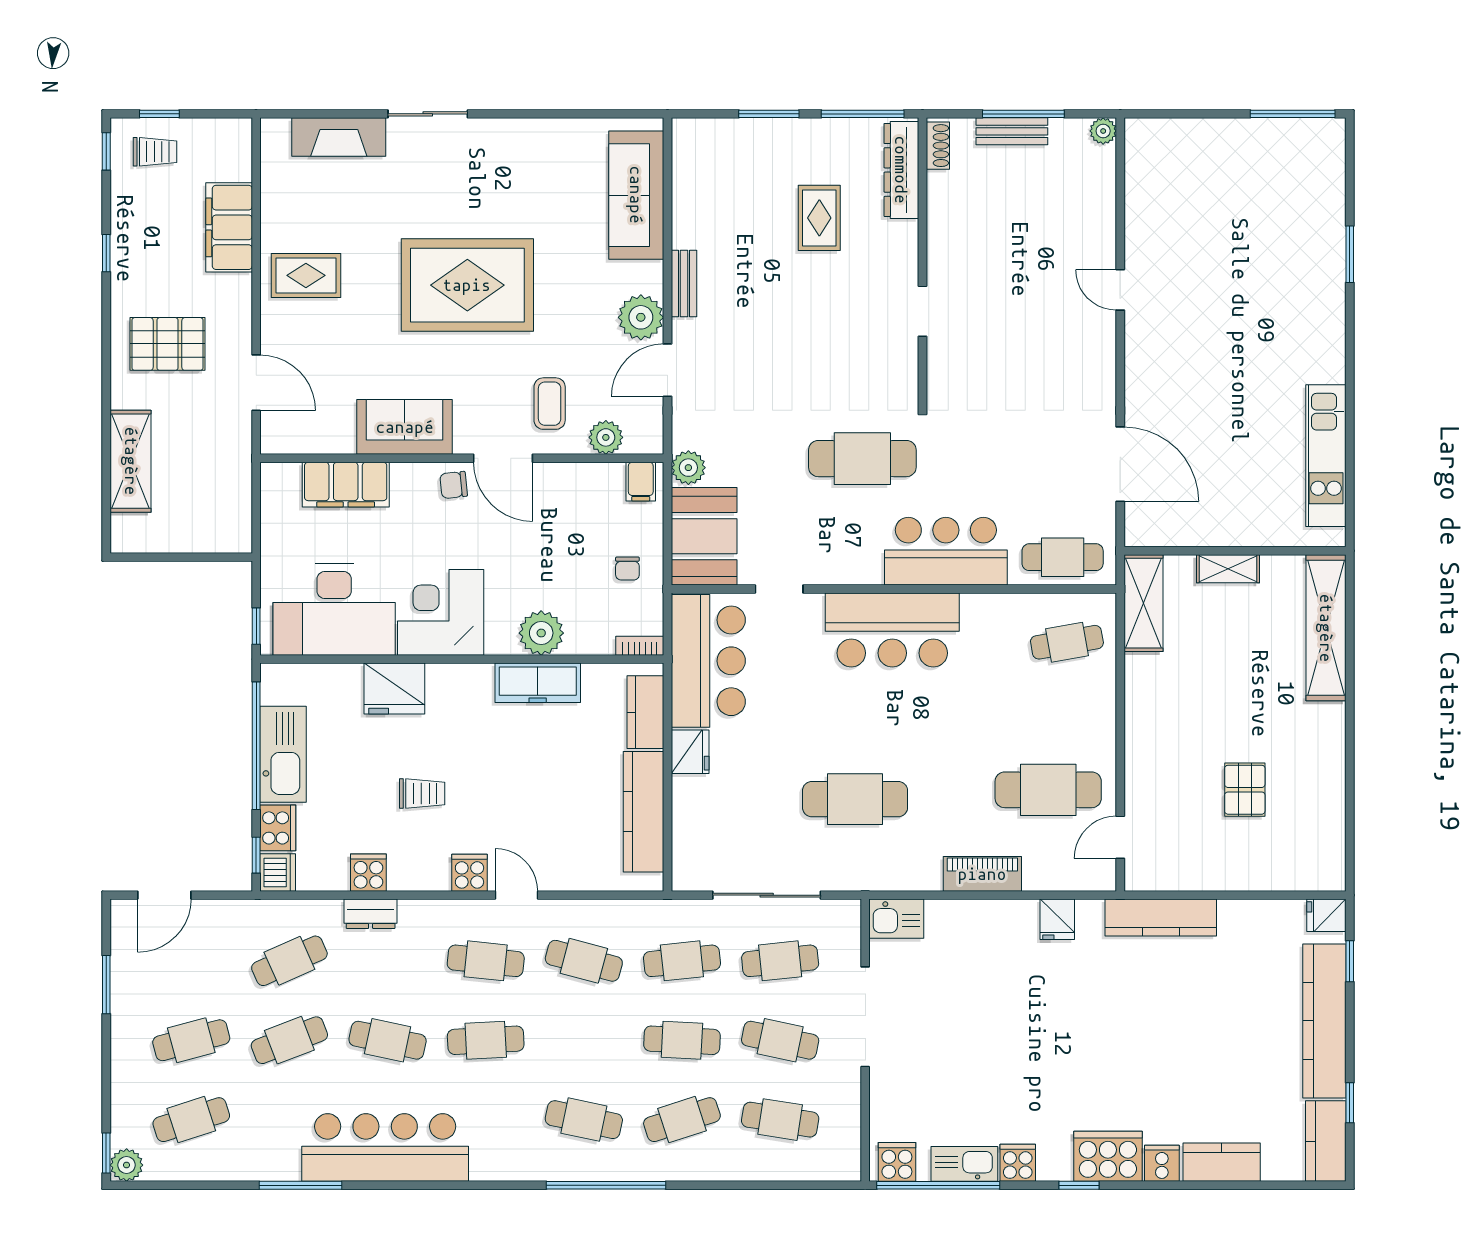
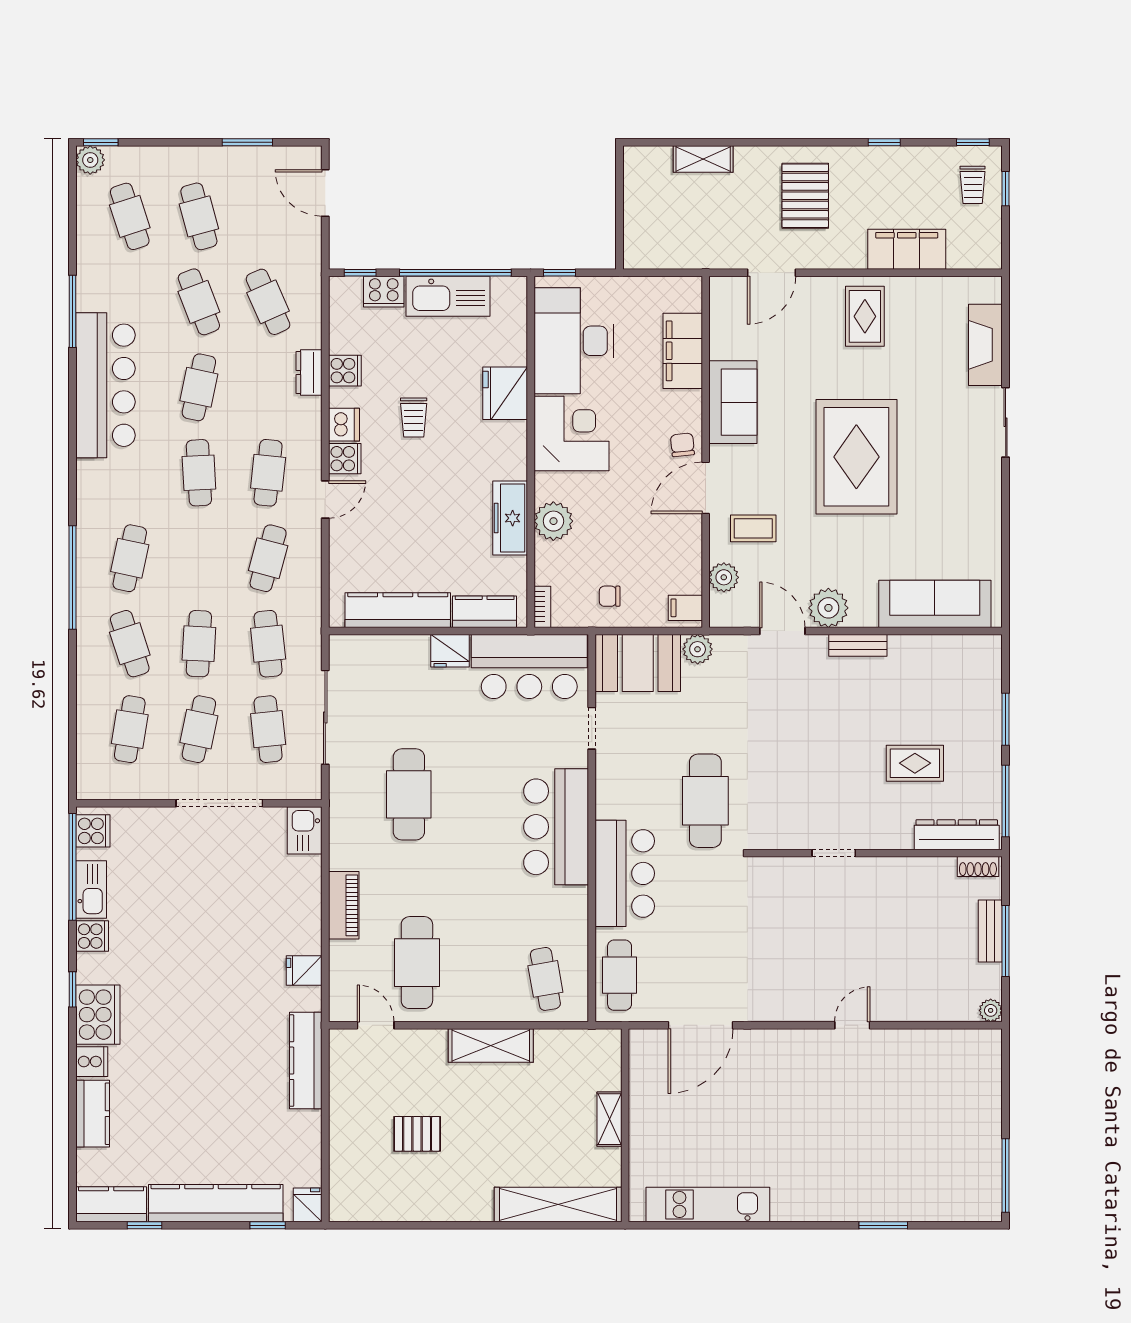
shelving: (131, 461) -> (703, 159), width x0.67, depth x0.75
shelving: (1143, 603) -> (491, 1046), moved
dishwasher: (278, 872) -> (344, 425), moved, turned -90

